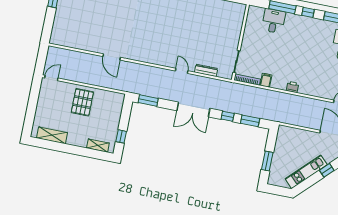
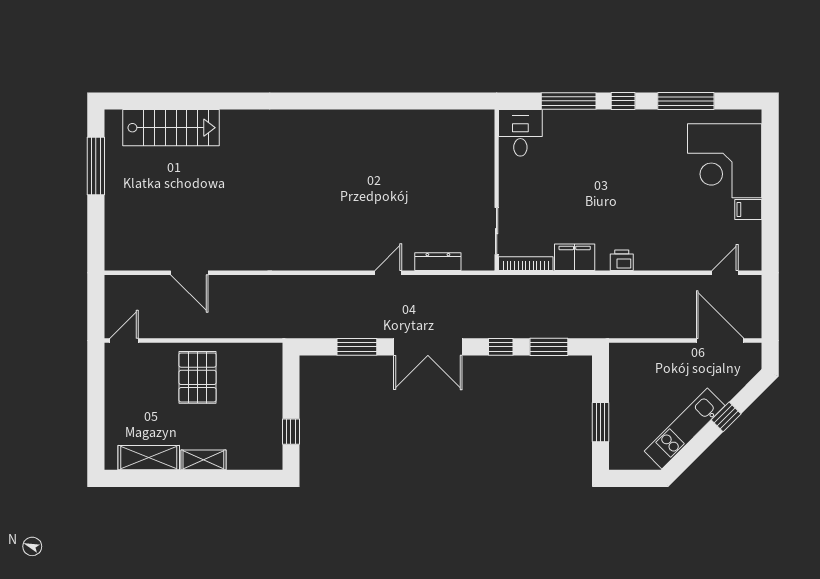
desk: (274, 21) -> (520, 133), moved
door: (112, 57) -> (189, 273), moved
door: (182, 71) -> (388, 273), hinge flipped
filing cabinet: (266, 80) -> (575, 257), width x2.00
window: (148, 100) -> (357, 347), moved
shelving: (98, 146) -> (203, 460), moved

